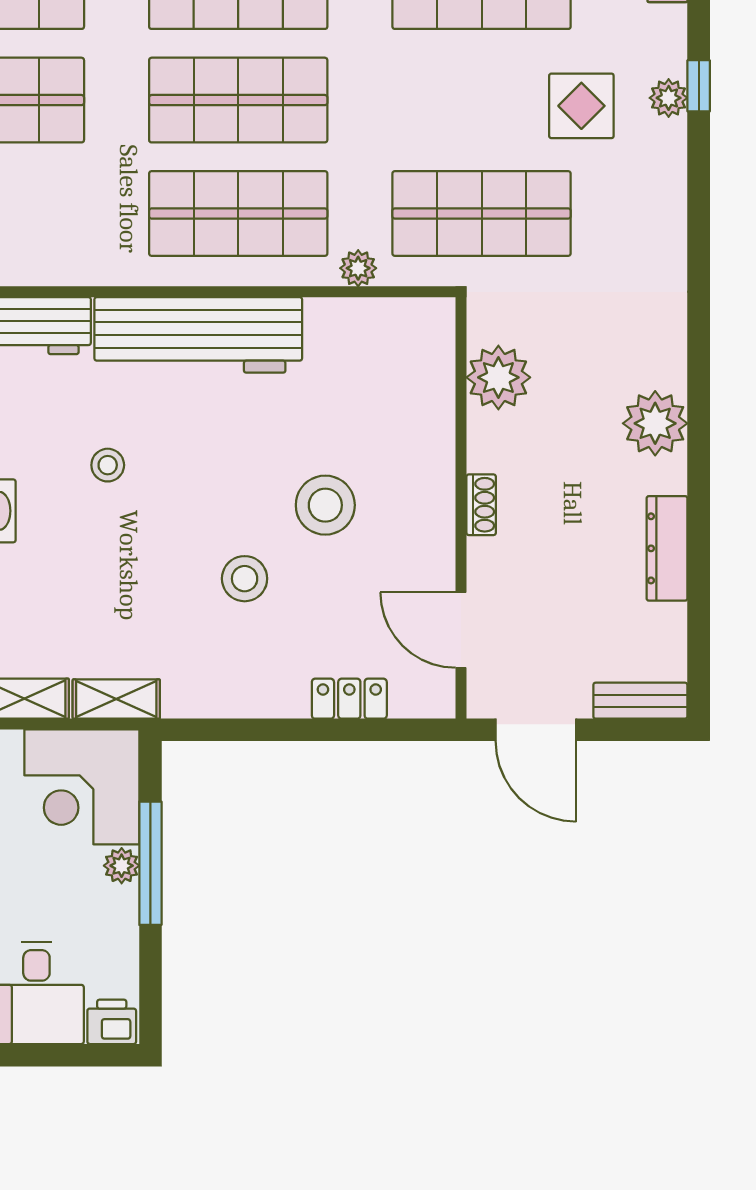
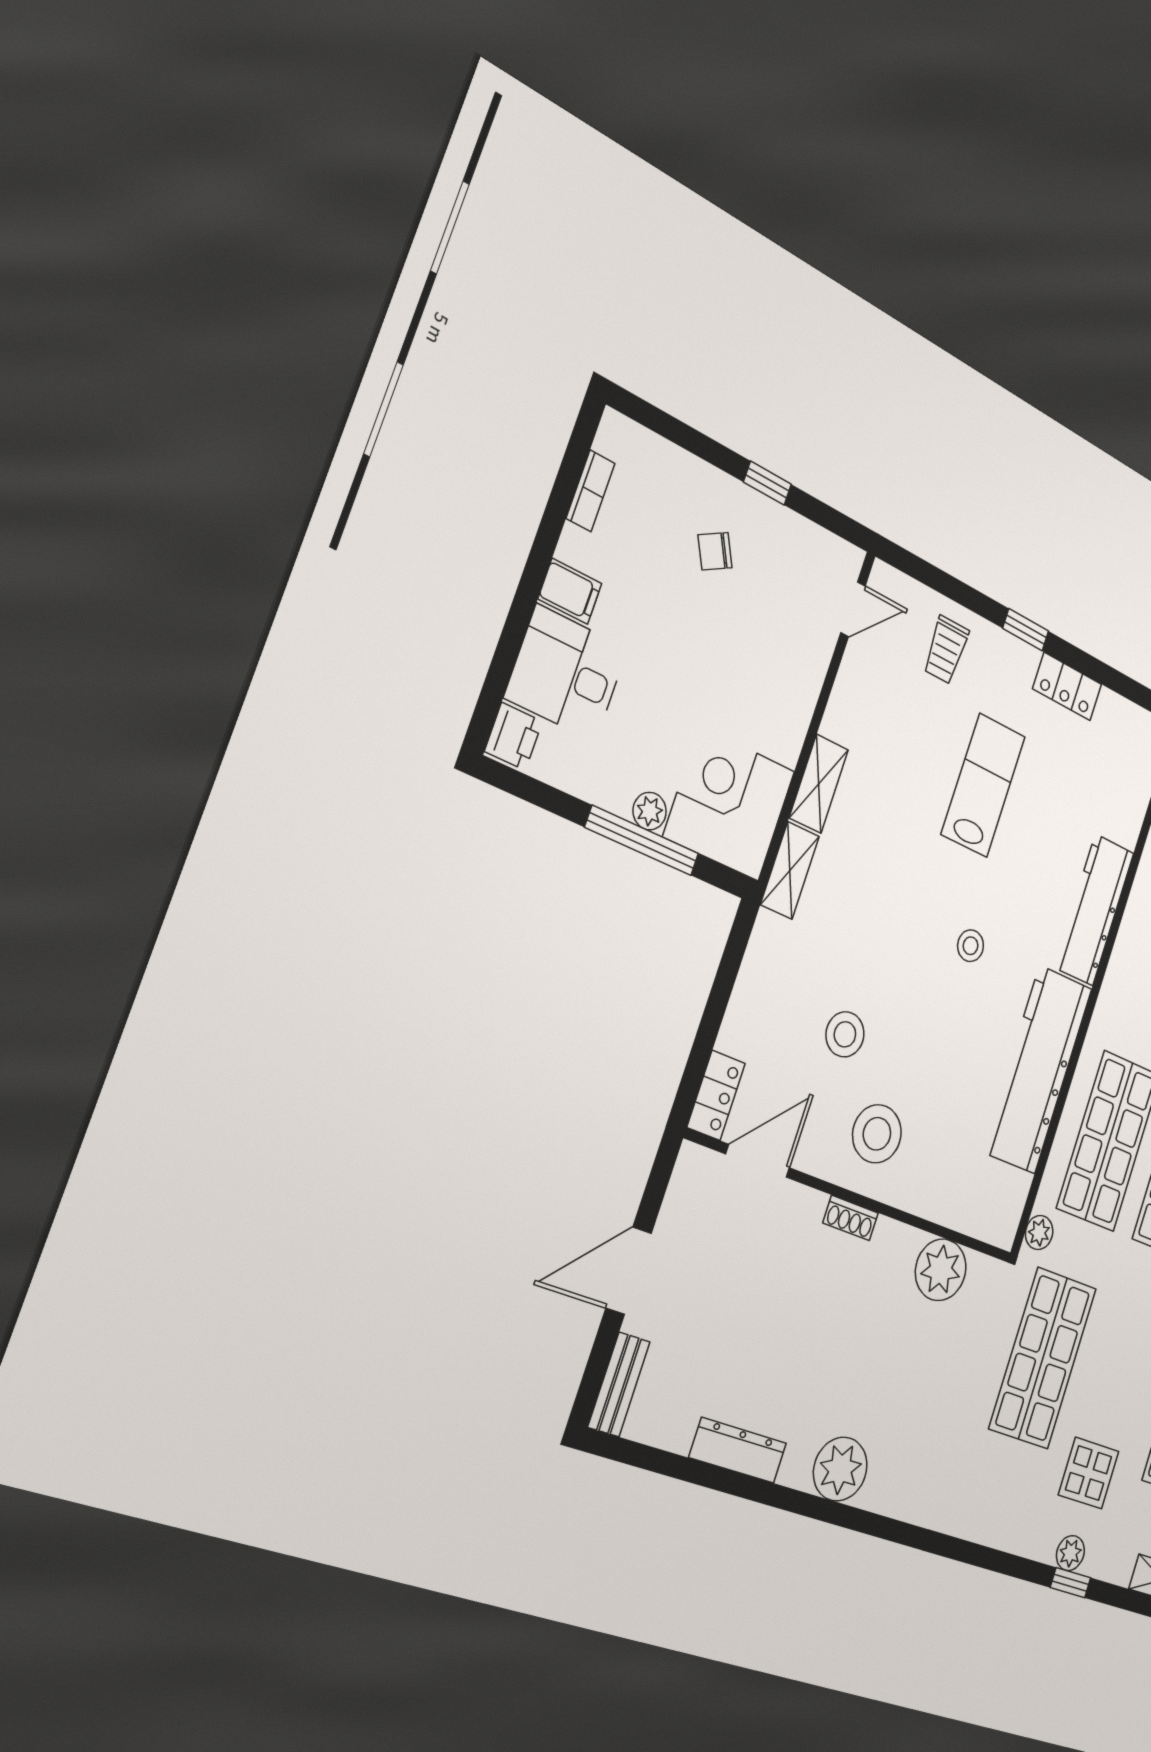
plant: (498, 377) -> (941, 1270), moved
shoe rack: (481, 505) -> (850, 1218), moved
wall: (461, 508) -> (854, 1198), moved
door: (461, 630) -> (758, 1161), moved

